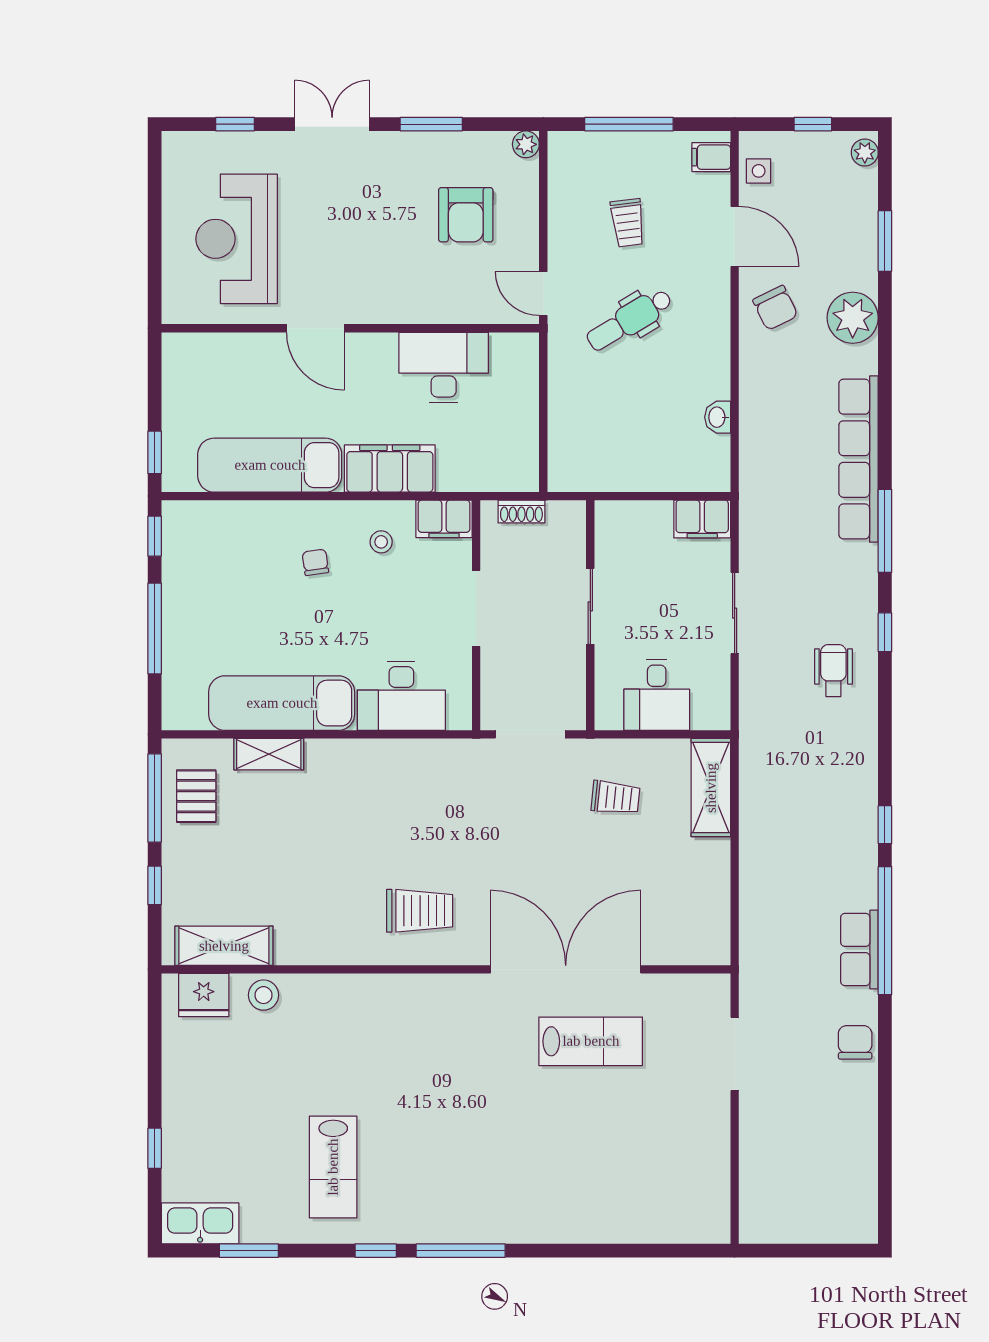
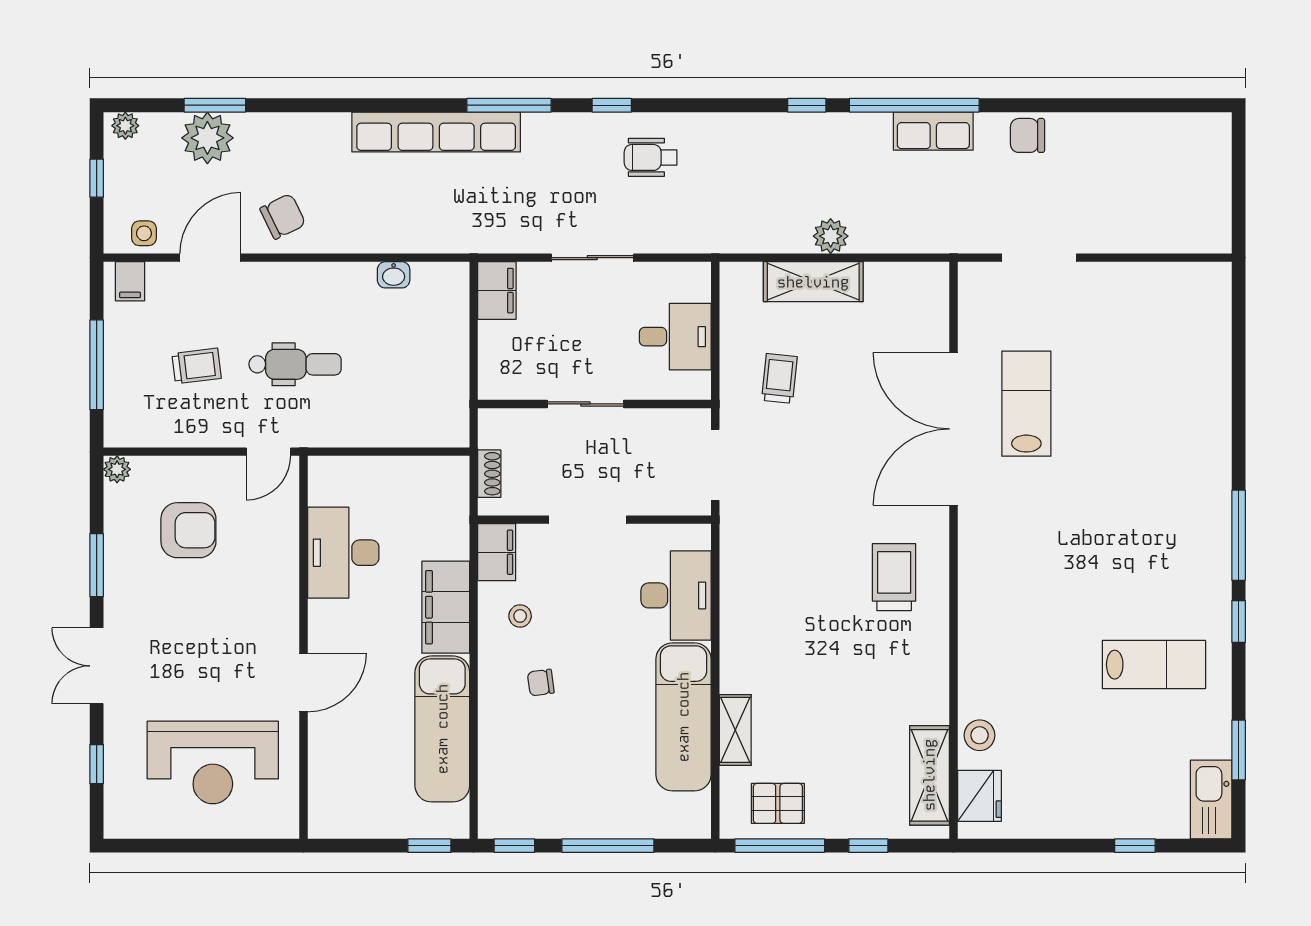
plant: (853, 318) -> (207, 138), moved
dental chair: (629, 320) -> (295, 364), turned -59
shelving: (711, 788) -> (813, 282), moved
plant: (756, 848) -> (831, 236), added

